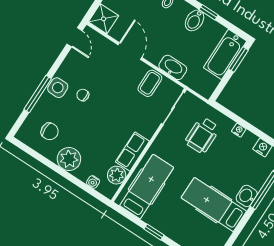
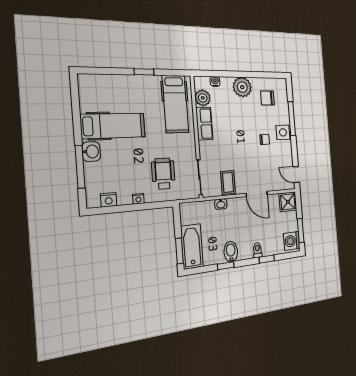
washbasin: (173, 67) -> (221, 204), width x0.52, depth x0.69

